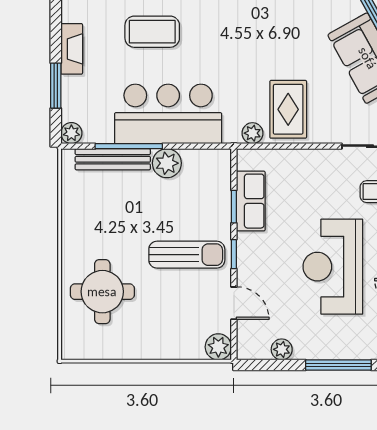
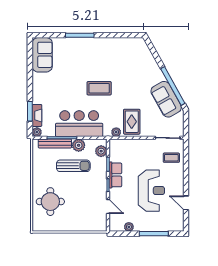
coffee table: (152, 32) -> (99, 88), moved
fireplace: (72, 49) -> (37, 115), moved
row of seats: (251, 201) -> (115, 175), moved
sun lounger: (187, 255) -> (73, 166), moved
reception desk: (333, 267) -> (151, 191), turned 180
plant: (218, 347) -> (101, 151), moved

